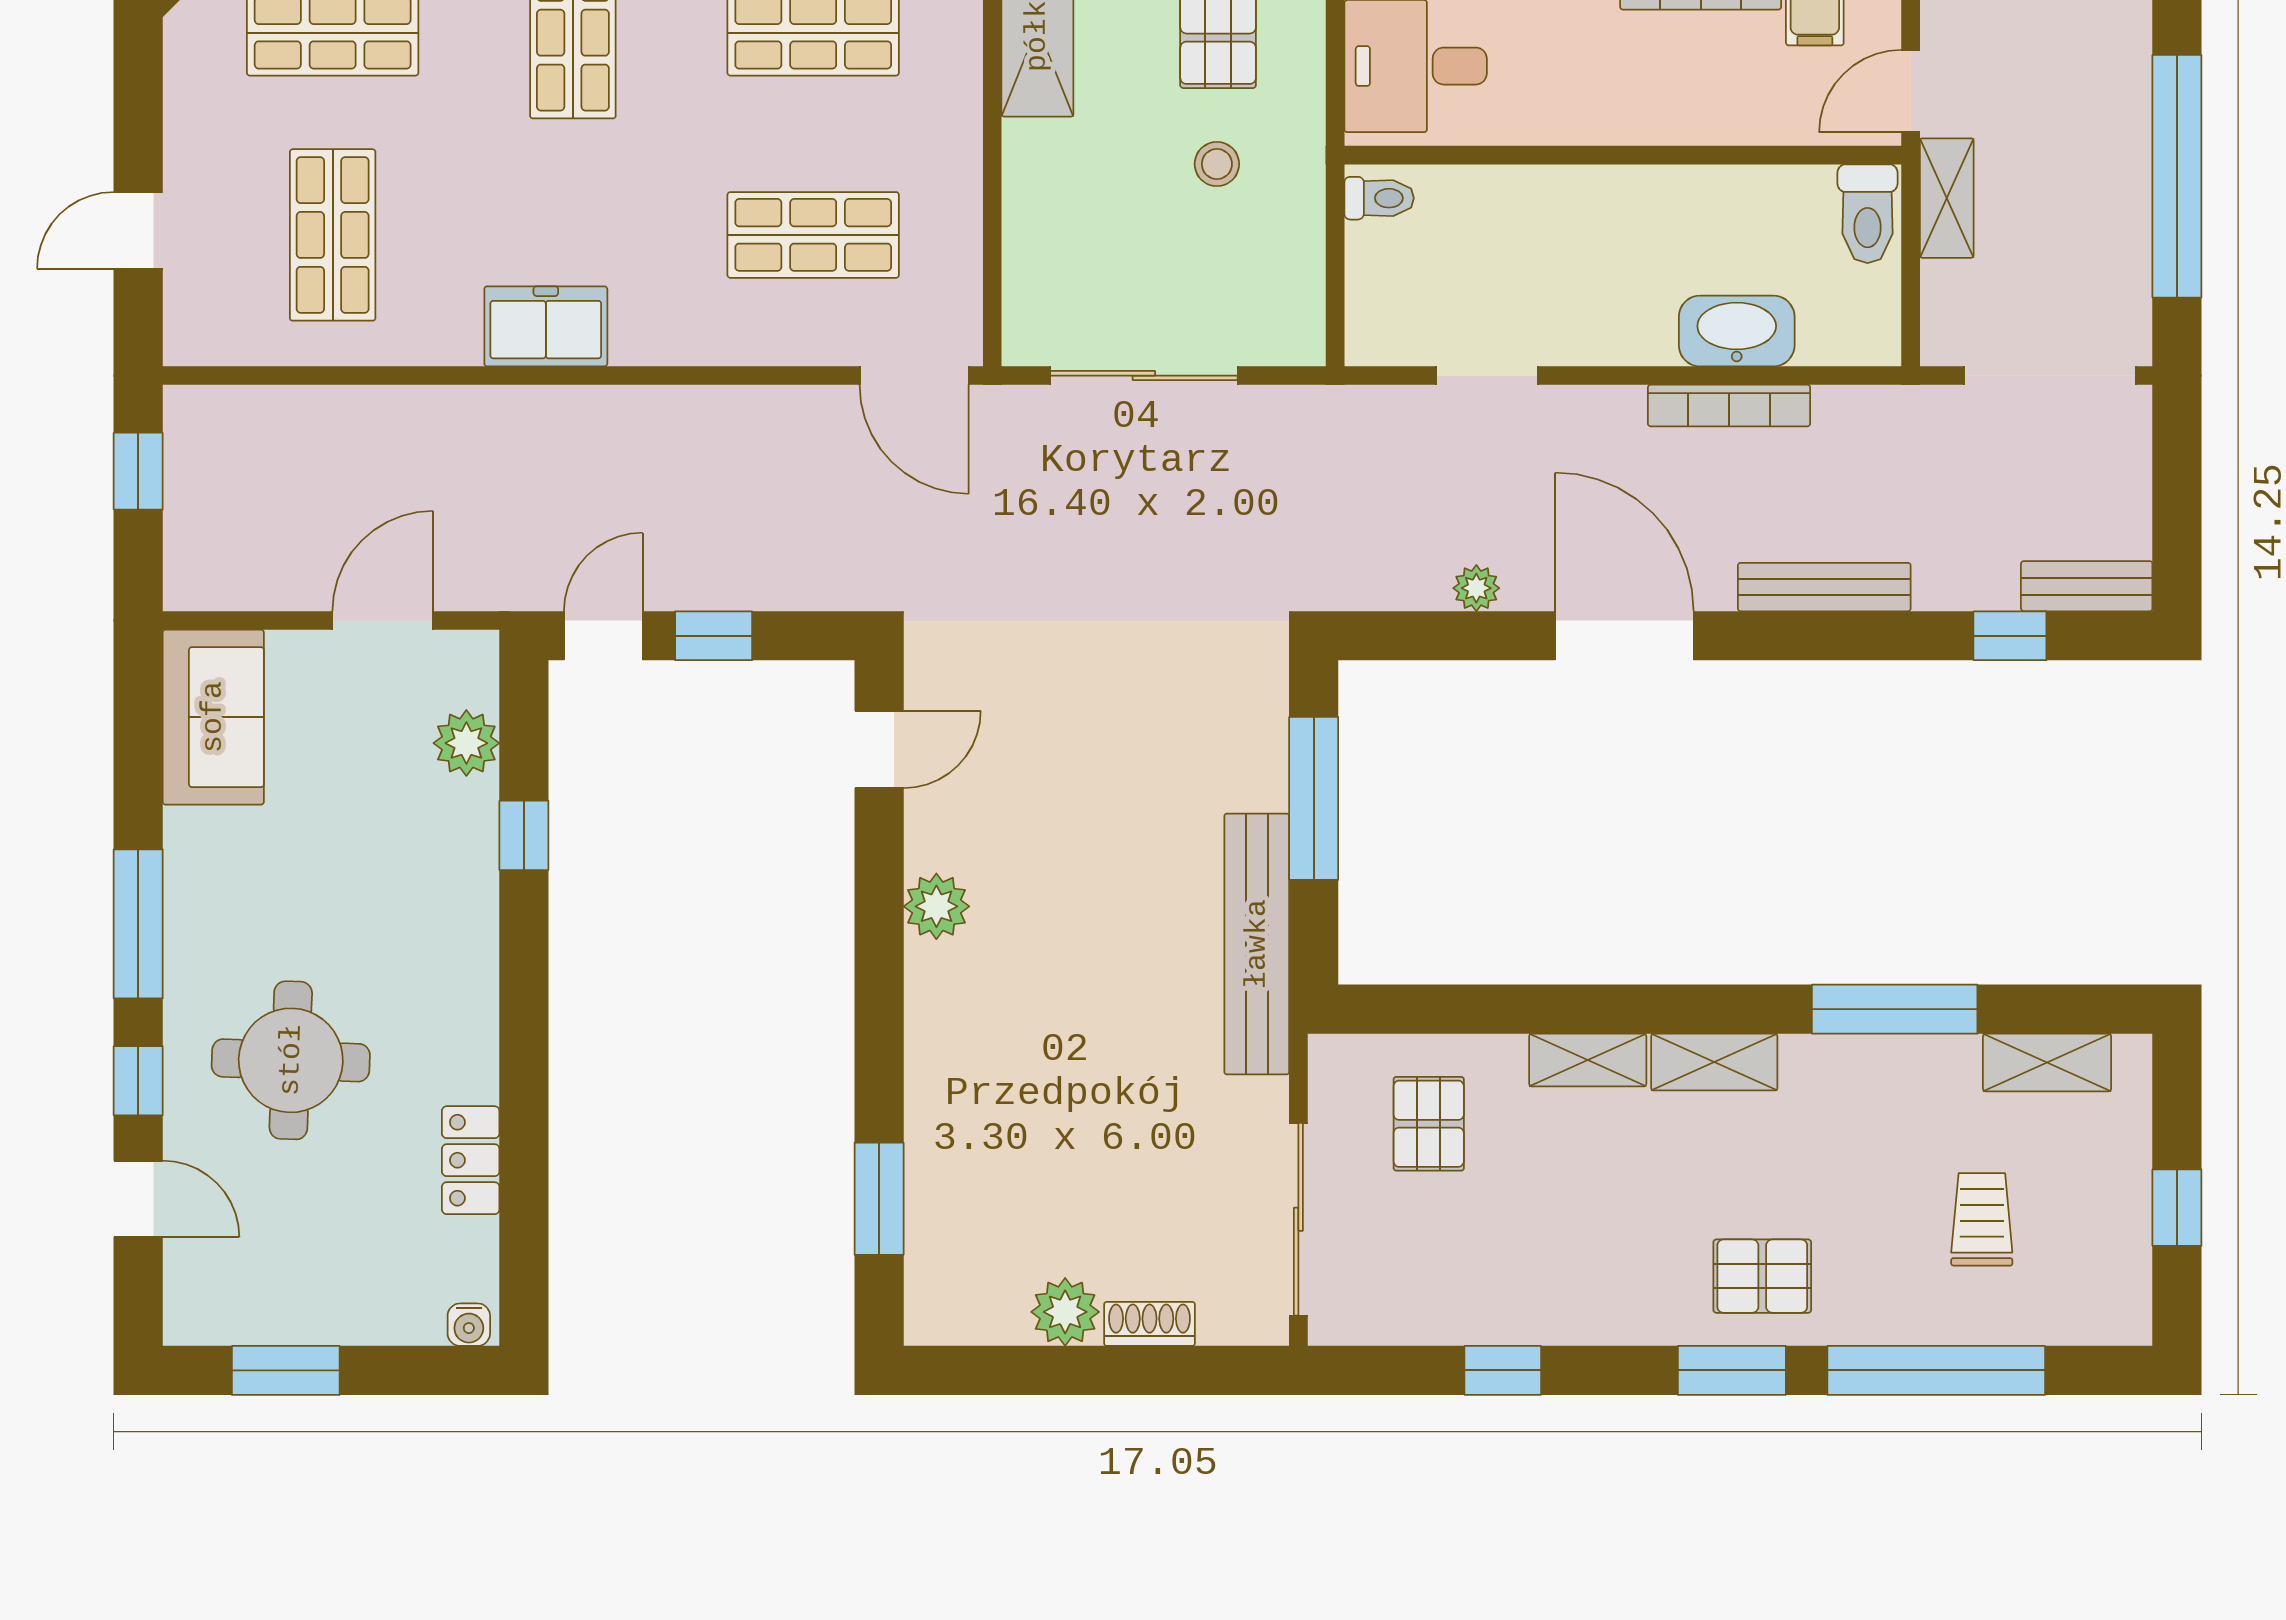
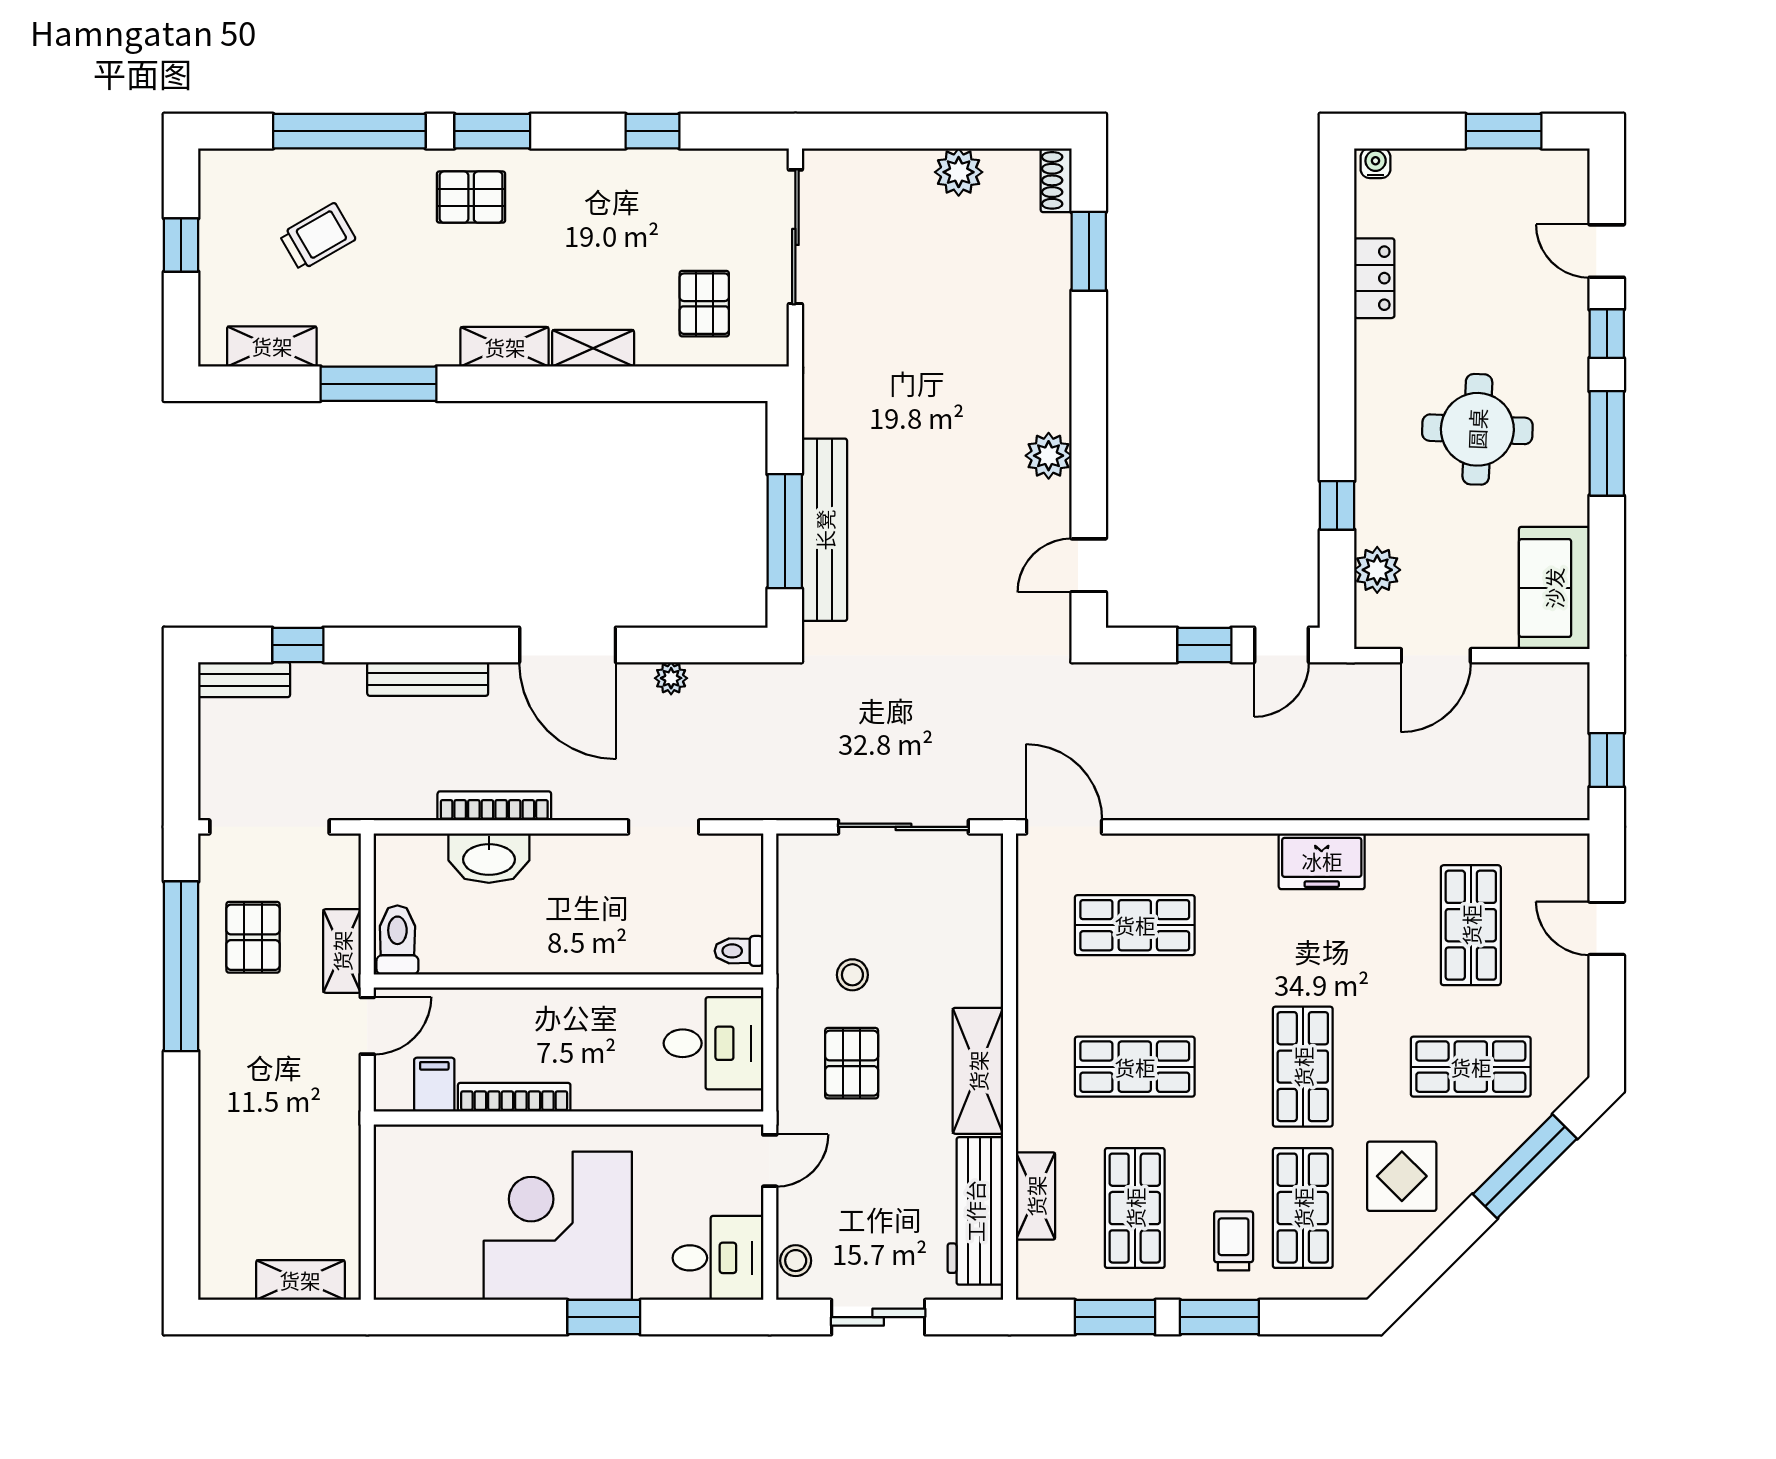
pallet: (2074, 218) -> (253, 937), added
door: (138, 230) -> (1607, 928), swing flipped
bench: (1257, 944) -> (825, 530), moved
round table: (291, 1060) -> (1477, 429), moved
trolley: (1982, 1219) -> (317, 237), turned -120
shoe rack: (1150, 1324) -> (1056, 180), moved, turned 90

